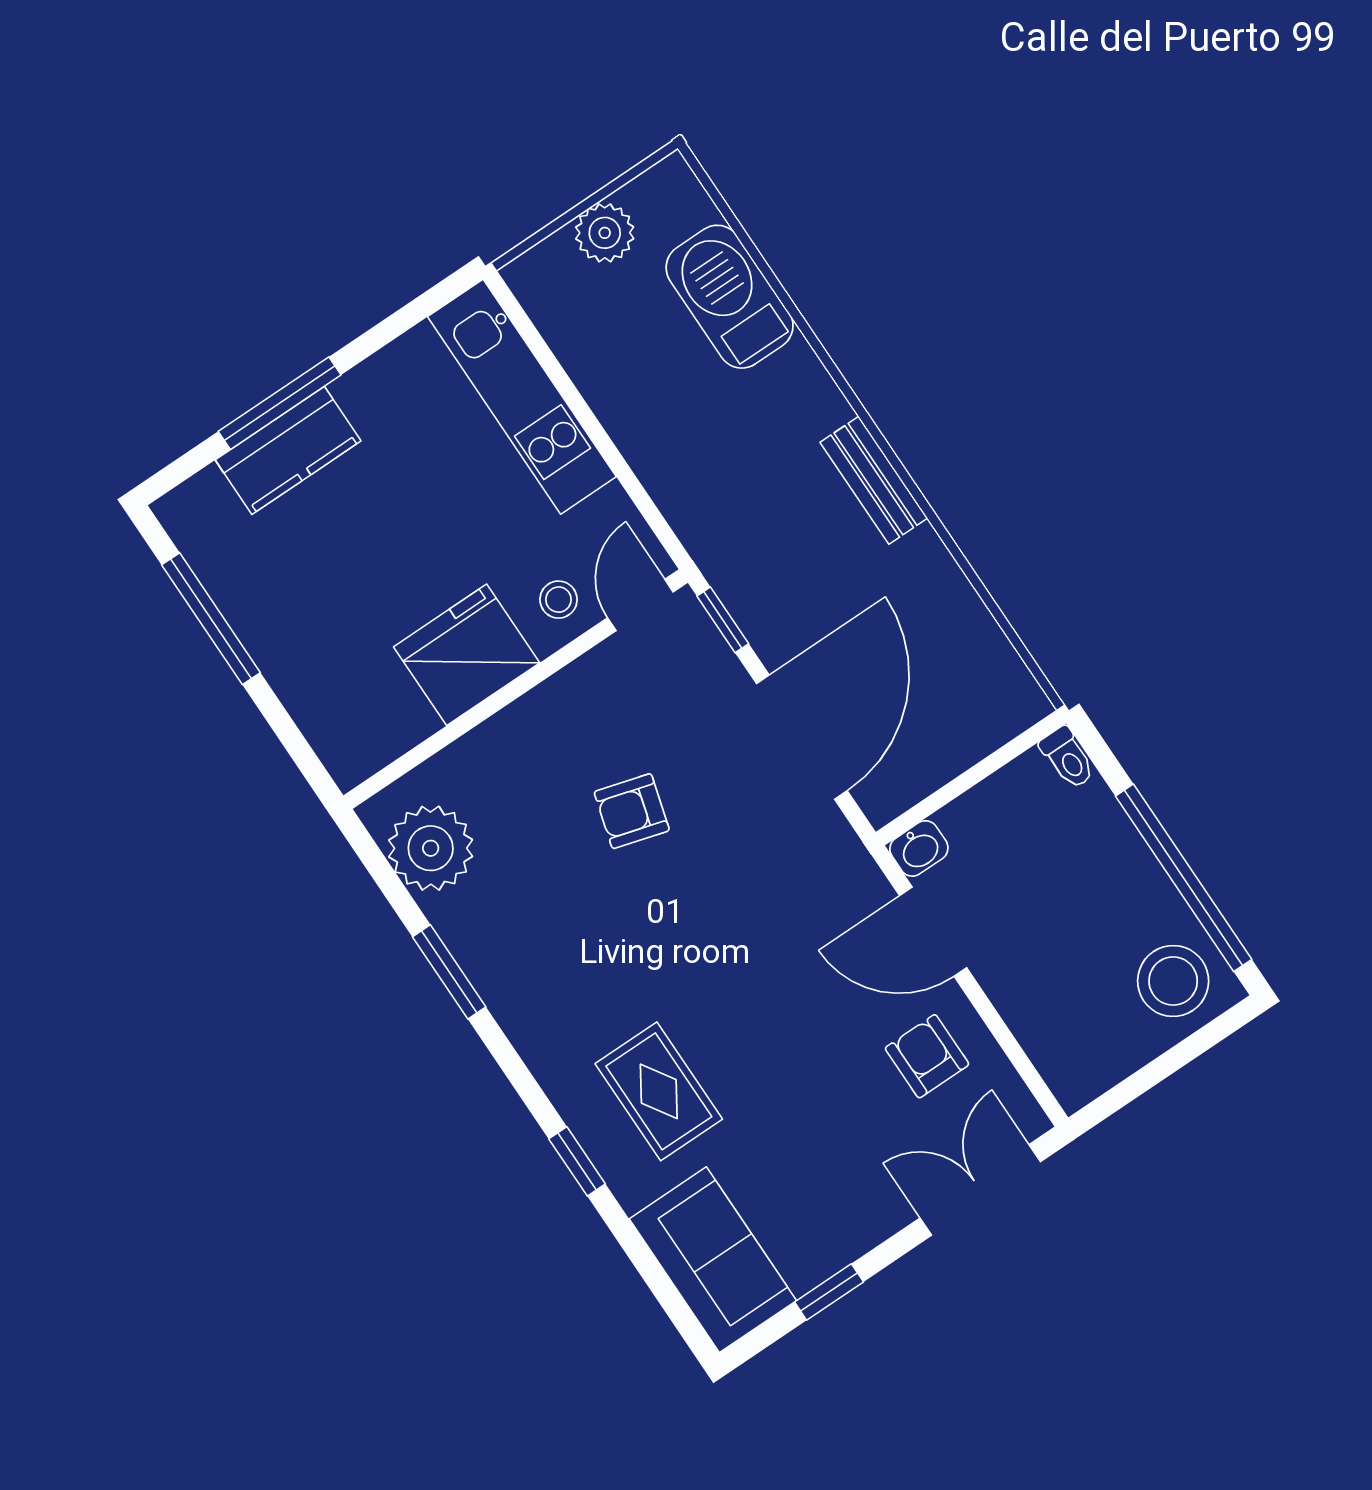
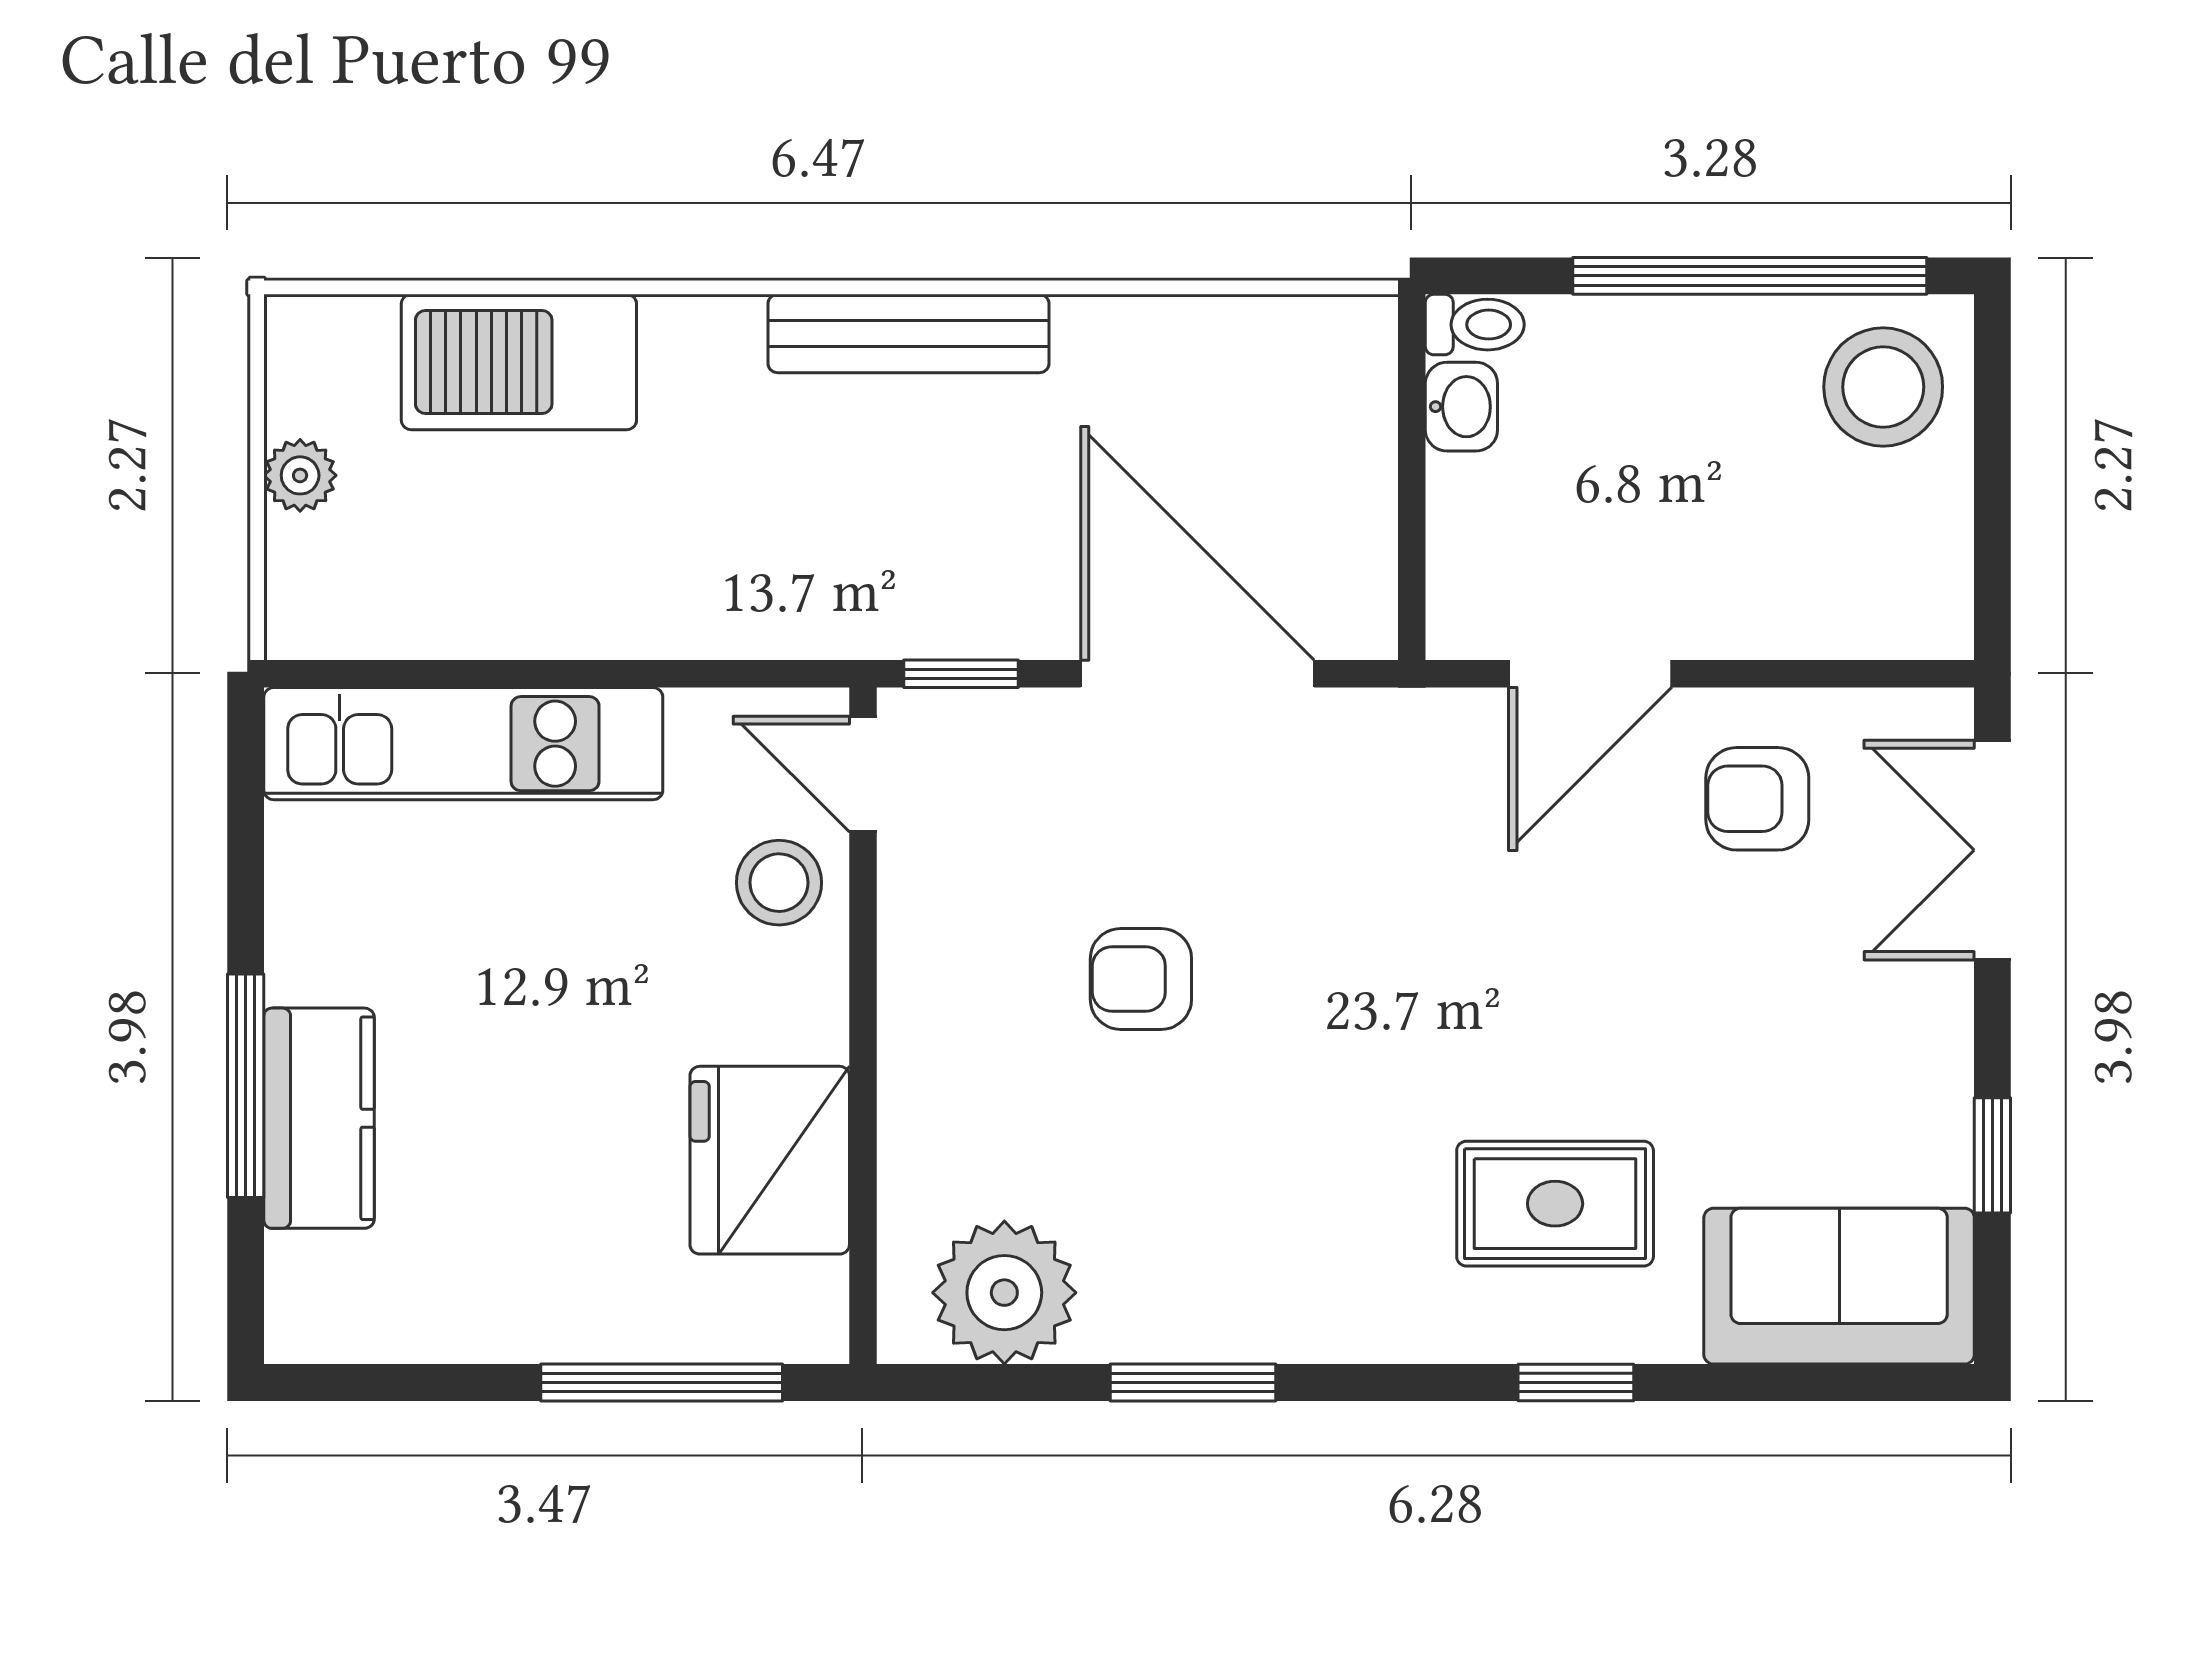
plant: (605, 233) -> (300, 475), width x0.73, depth x0.73
bench: (874, 480) -> (908, 334), width x1.36
stool: (559, 600) -> (779, 883), width x1.37, depth x1.37
window: (211, 619) -> (662, 1383), moved
fridge: (467, 655) -> (770, 1160), moved
armchair: (632, 811) -> (1141, 979), turned 74
washbasin: (919, 848) -> (1461, 407), moved

